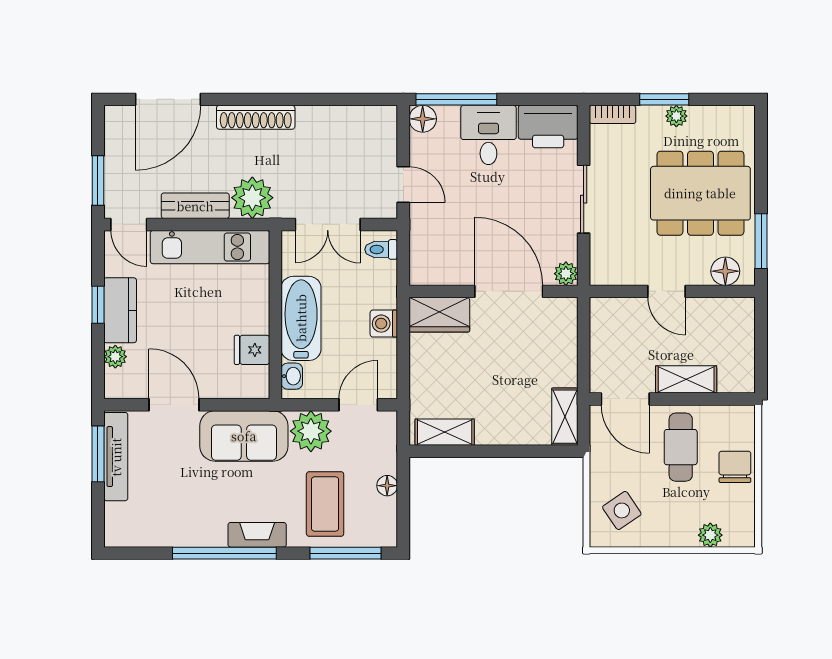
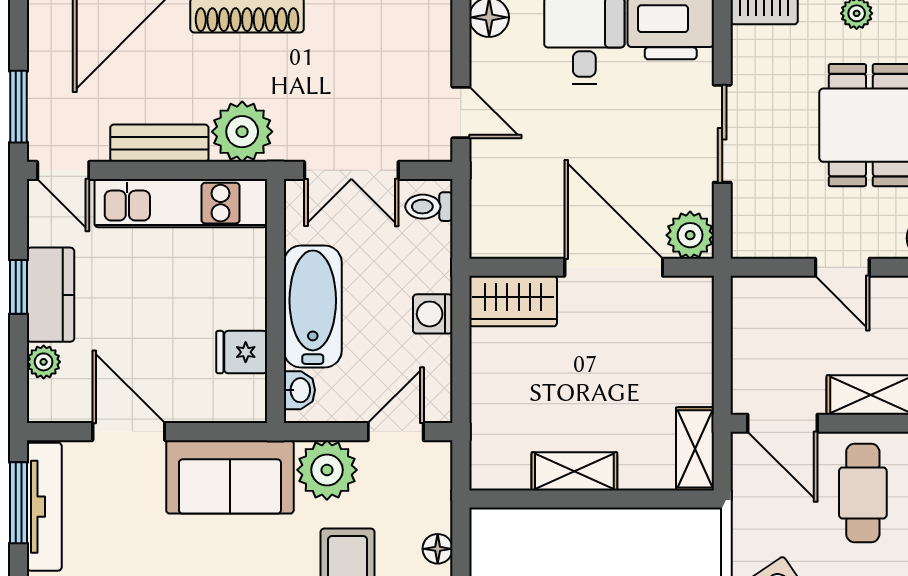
plant: (566, 274) -> (690, 235), width x1.38, depth x1.38
shelving: (445, 432) -> (574, 471), moved

